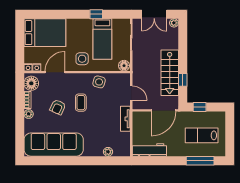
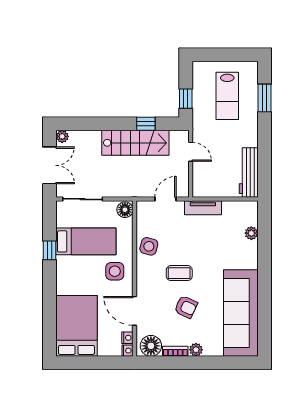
door: (163, 110) -> (191, 152), width x0.53
window: (200, 161) -> (264, 98), width x0.69

